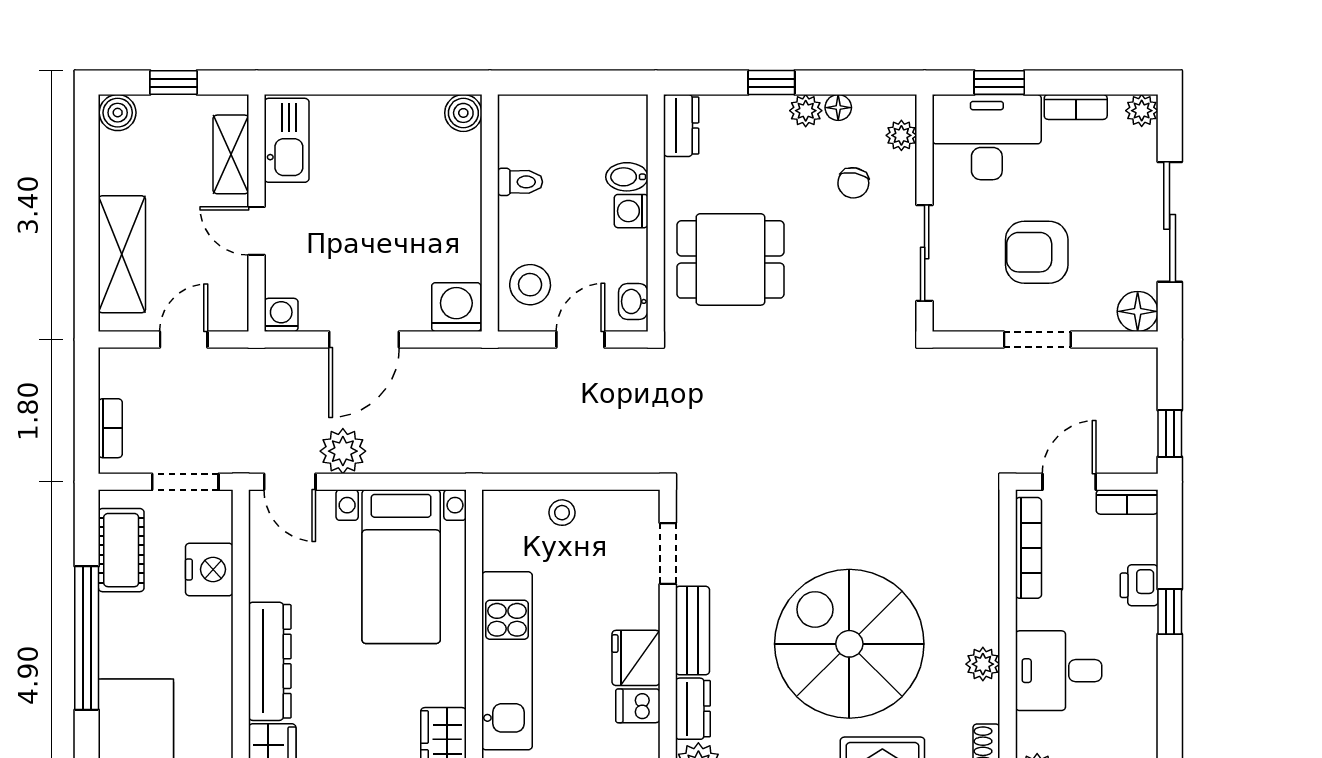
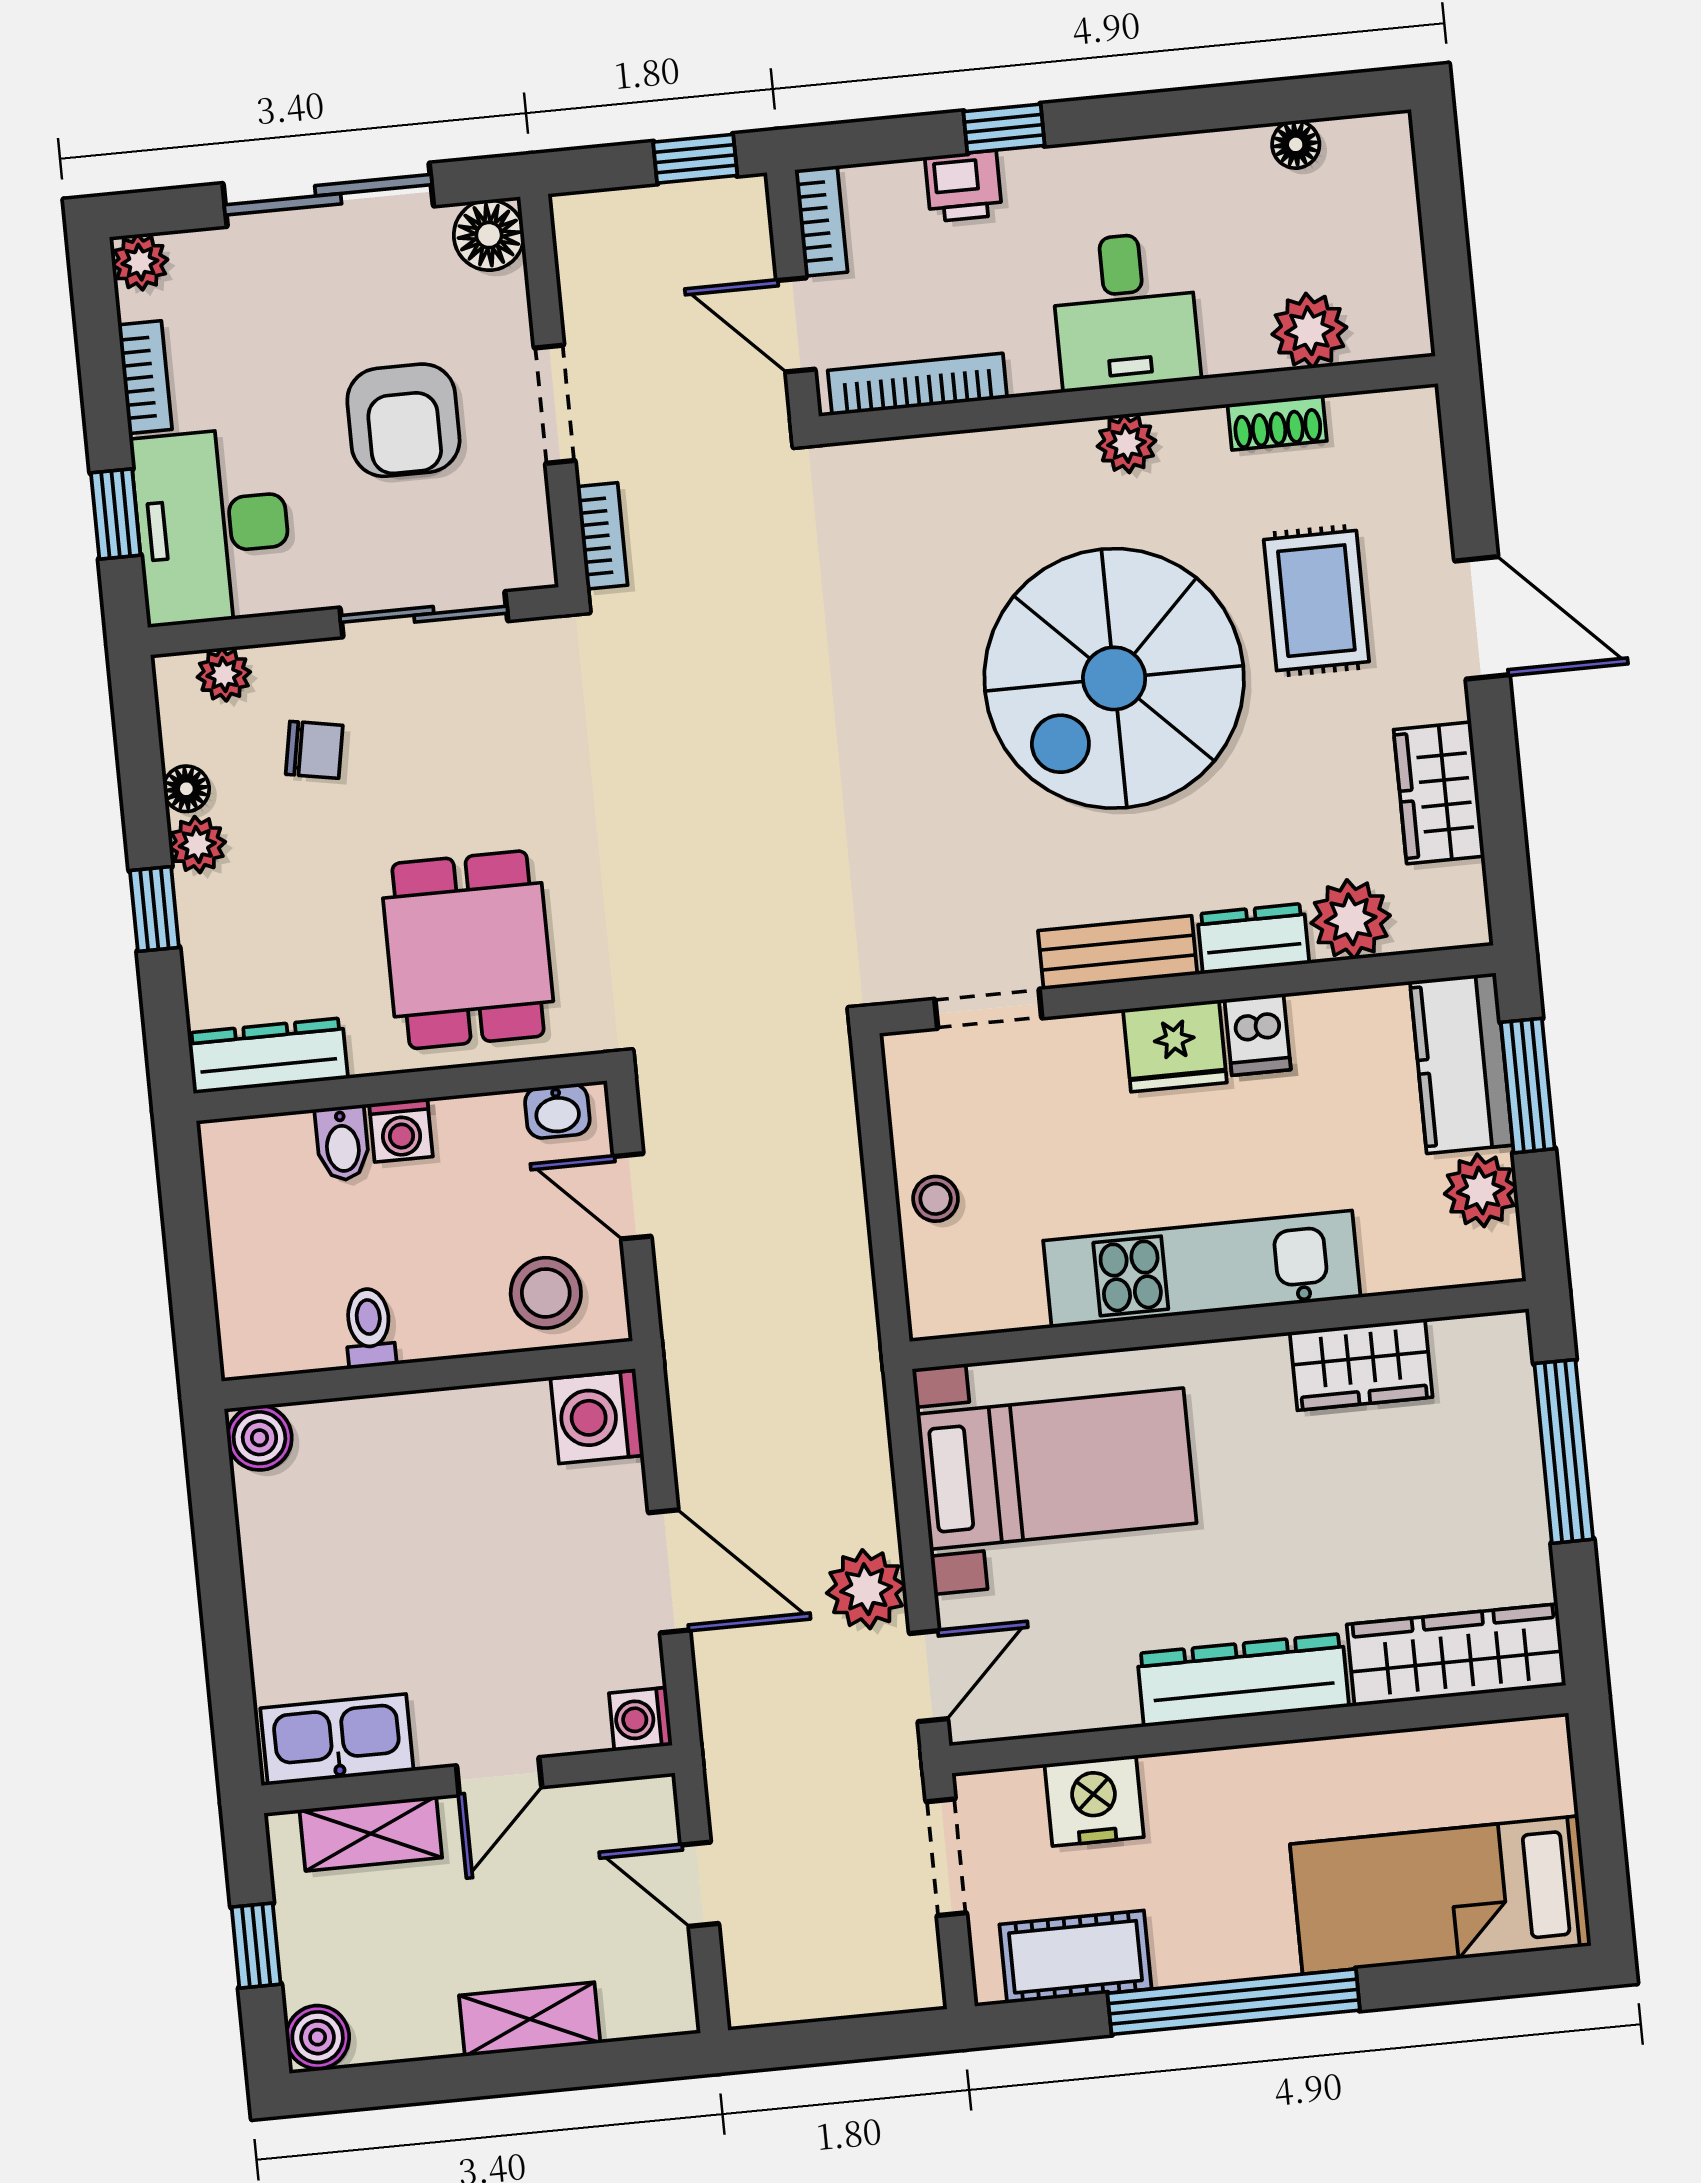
dresser: (681, 126) -> (268, 1056), width x1.44
shelving: (122, 254) -> (530, 2019), width x0.67, depth x0.75
bookcase: (110, 428) -> (602, 536), moved, turned 90

